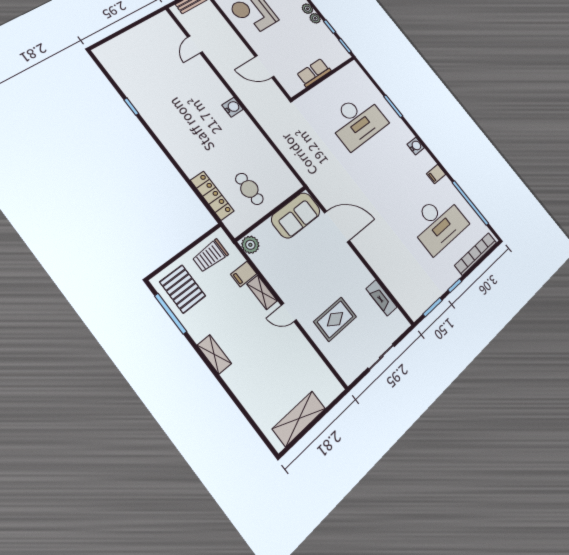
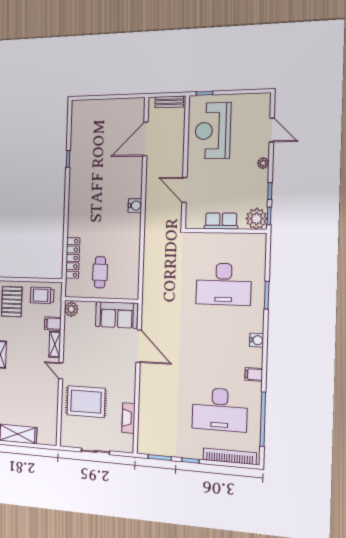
plant: (315, 18) -> (256, 219), moved, width x1.88, depth x1.88
door: (195, 45) -> (145, 139), width x1.88
rug: (335, 319) -> (86, 402), width x1.36, depth x1.43

